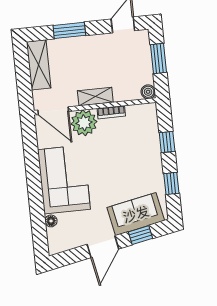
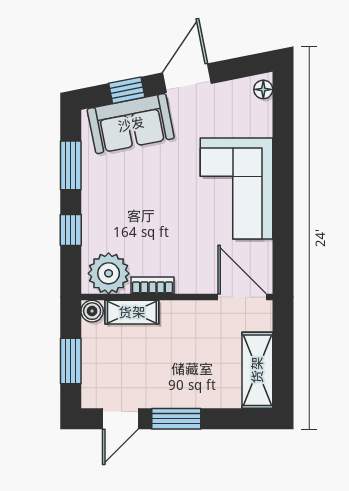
window: (69, 30) -> (176, 419), moved
shelving: (95, 97) -> (132, 312), moved
plant: (84, 123) -> (109, 273), moved
window: (171, 183) -> (71, 165), width x1.50
floor lamp: (51, 221) -> (263, 89), moved

